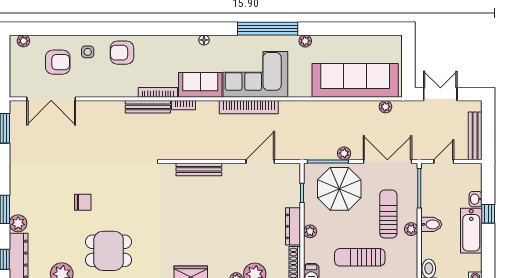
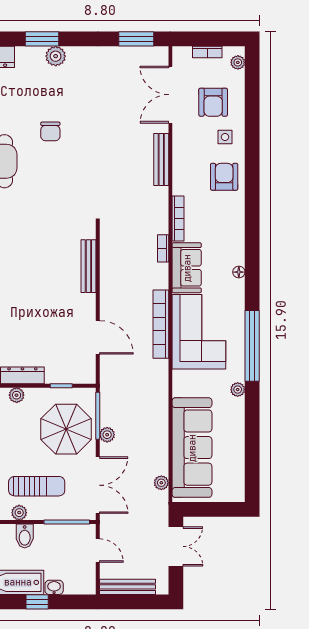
bookcase: (14, 67) -> (207, 52), added
bench: (148, 107) -> (161, 159), moved
plant: (18, 223) -> (56, 56), moved

